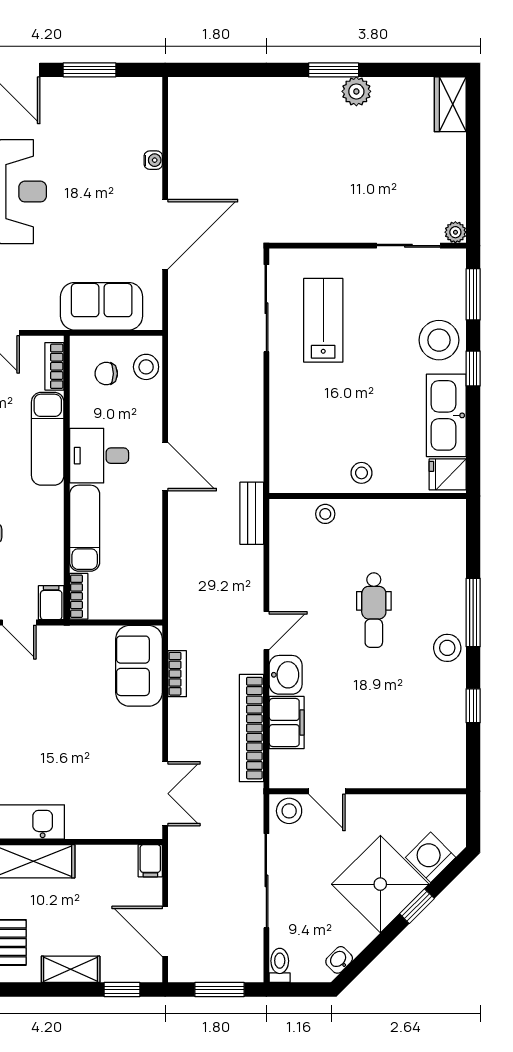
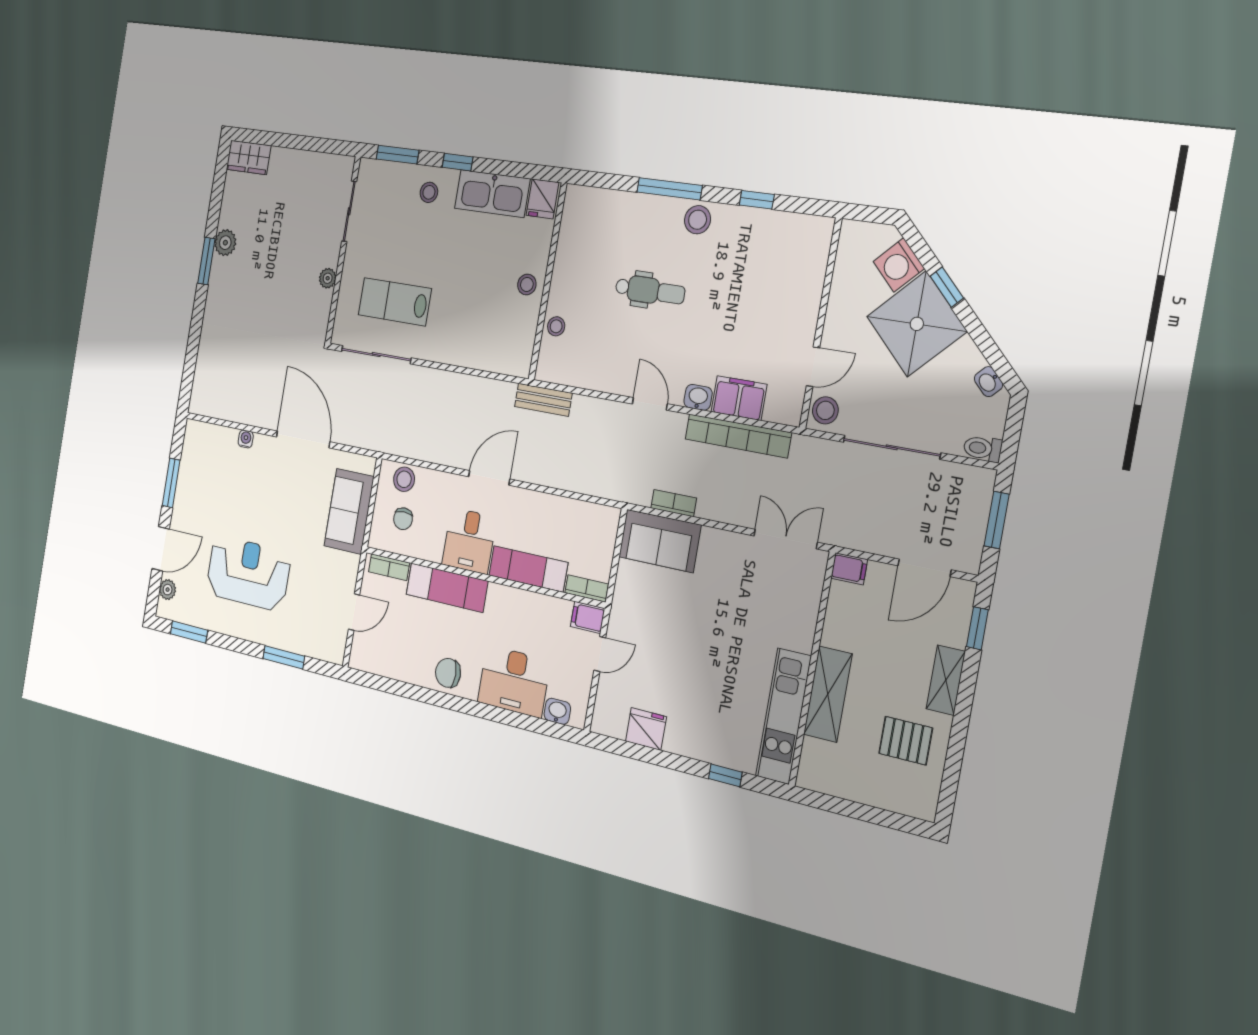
plant: (455, 232) -> (328, 278), moved
stool: (439, 340) -> (429, 192), width x0.53, depth x0.53
washbasin: (286, 675) -> (698, 397), width x0.72, depth x0.69

